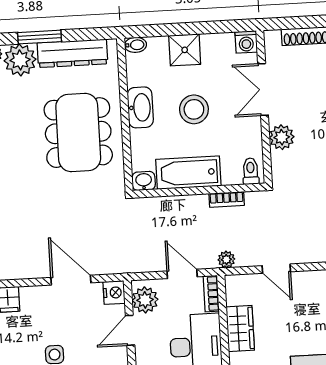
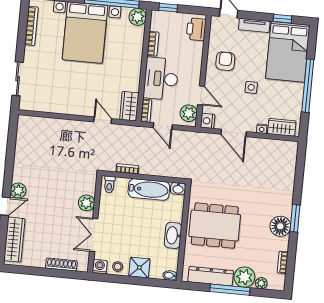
window: (40, 37) -> (230, 290), width x1.44
double door: (263, 89) -> (94, 235), swing flipped
stool: (194, 109) -> (118, 267), moved, width x0.53, depth x0.53
dining table: (78, 133) -> (215, 226), turned 90
plant: (226, 259) -> (133, 131), removed
nightstand: (28, 293) -> (262, 129), added
wardrobe: (240, 328) -> (129, 106), moved
door: (130, 330) -> (201, 95), hinge flipped

